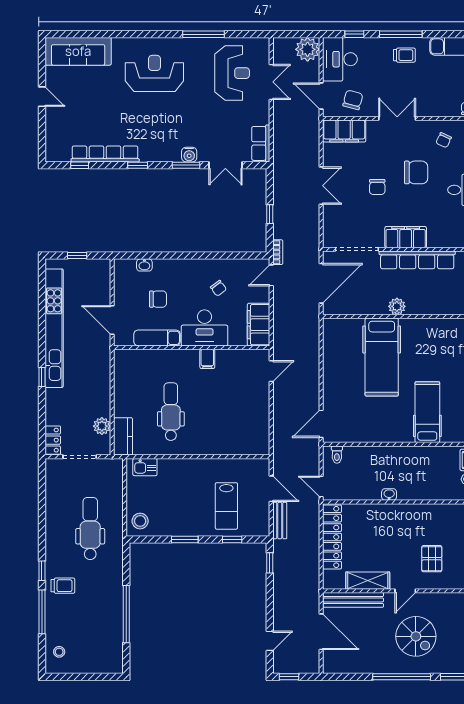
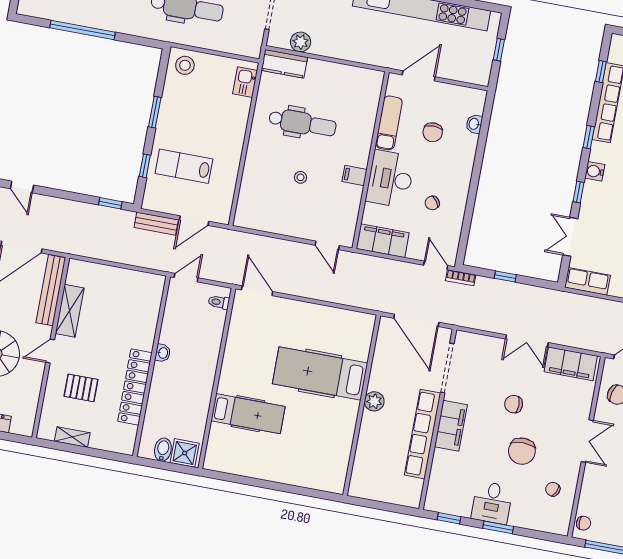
filing cabinet: (344, 131) -> (571, 364), moved, turned -90
water cooler: (189, 155) -> (595, 171), moved
window: (186, 165) -> (579, 192), width x0.67
stool: (217, 405) -> (300, 177), added
locker: (332, 537) -> (135, 387), moved, turned 90
door: (405, 591) -> (50, 351), hinge flipped

